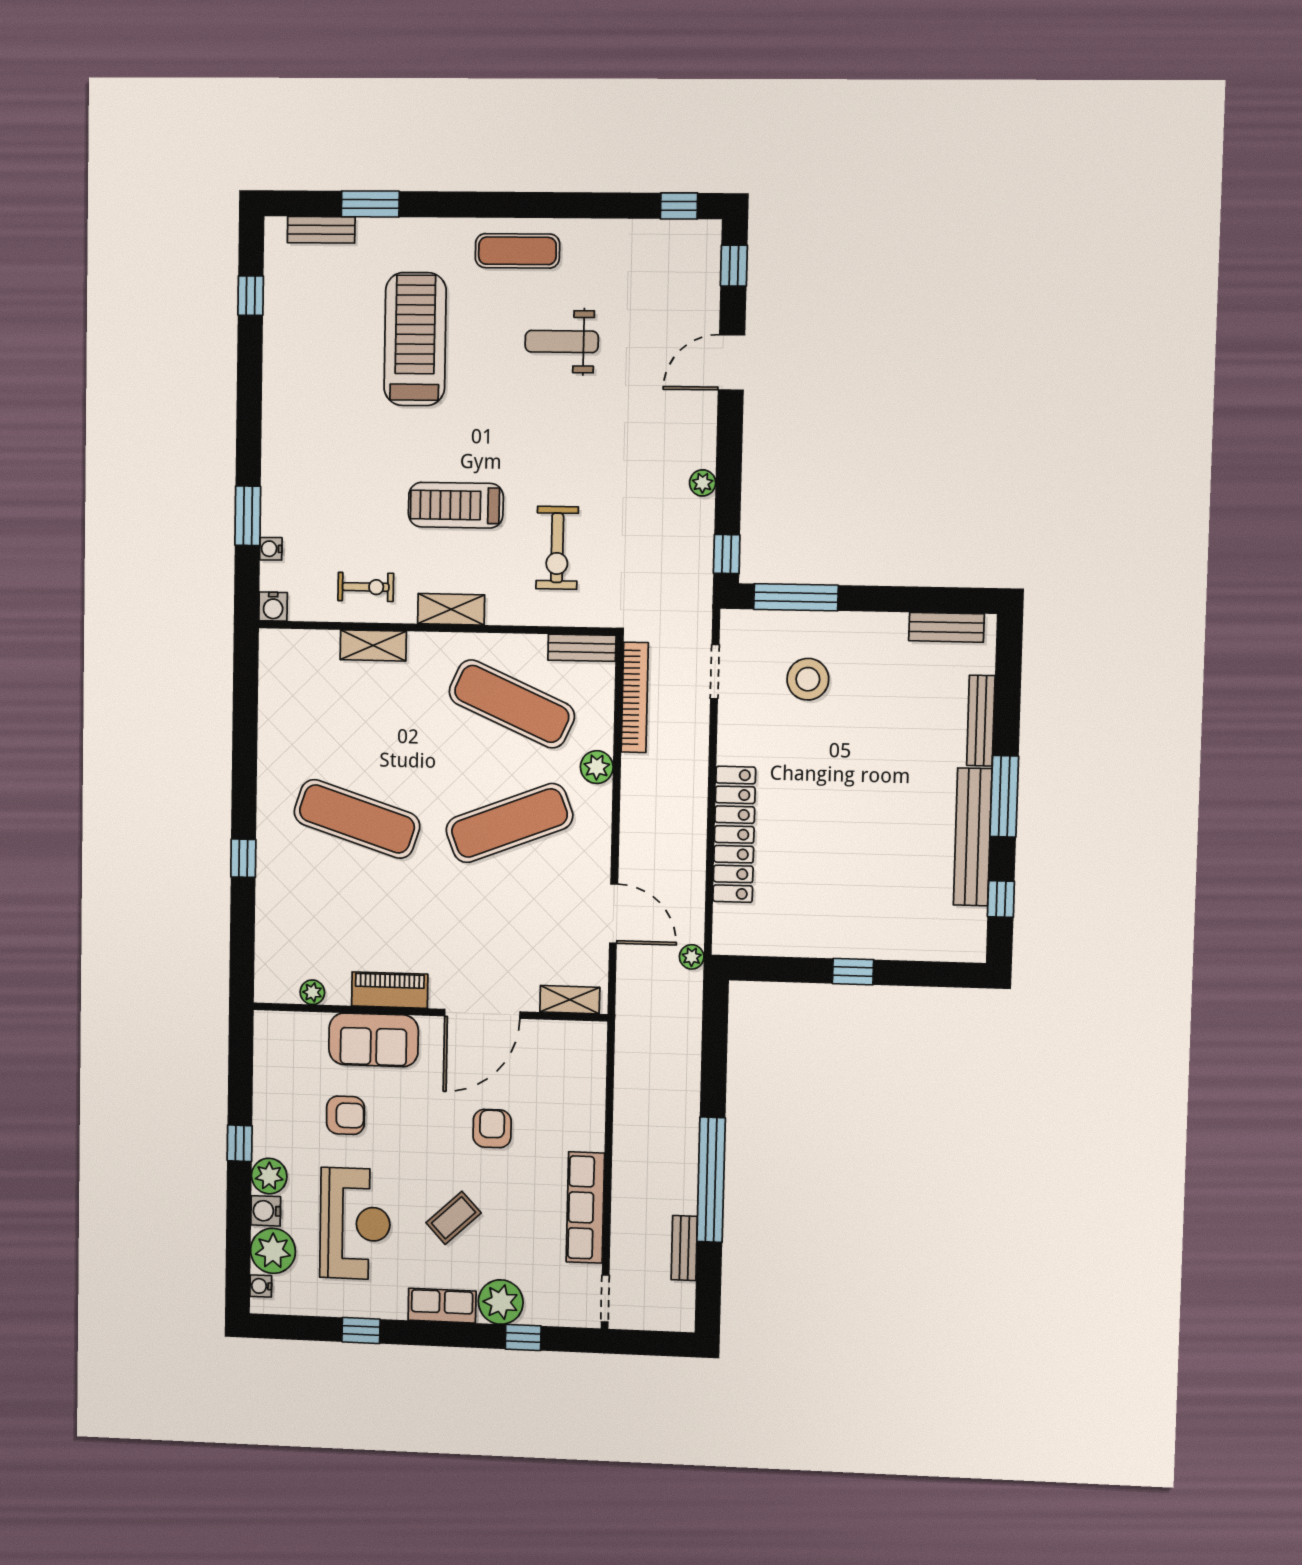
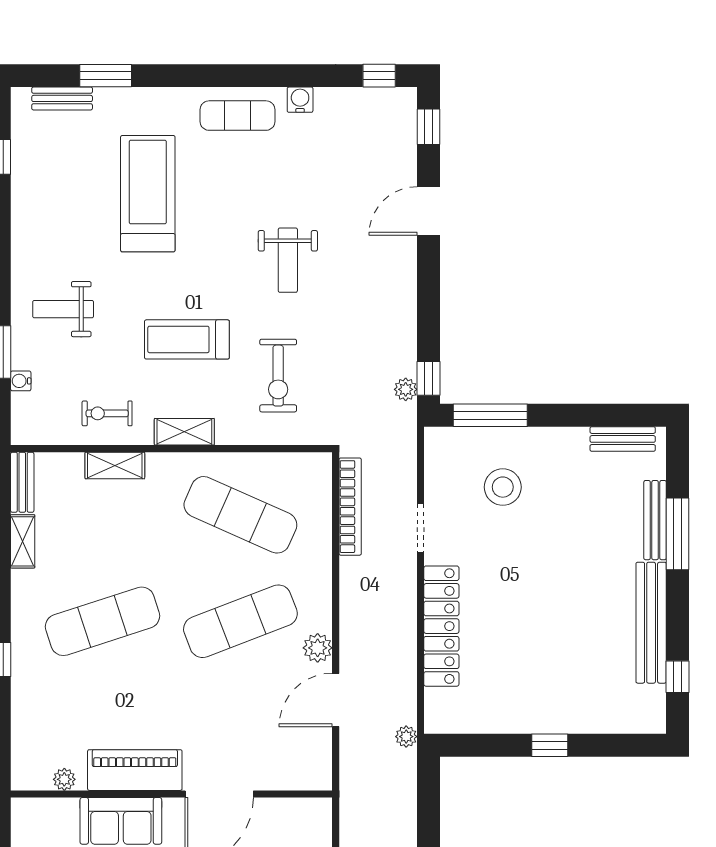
weight bench: (562, 342) -> (288, 260), moved, turned -90
weight bench: (319, 469) -> (63, 309), added
plant: (703, 483) -> (406, 389), moved
exercise bike: (366, 587) -> (107, 413), turned 180
water cooler: (273, 607) -> (300, 100), moved, turned 180
bench: (582, 648) -> (22, 482), moved, turned 90
doorway: (715, 672) -> (421, 528), moved
plant: (597, 767) -> (318, 648), moved
window: (1004, 796) -> (678, 534), moved
exercise mat: (357, 819) -> (102, 621), turned -36
door: (614, 914) -> (336, 700), swing flipped
piano: (390, 990) -> (135, 770), width x1.37, depth x1.33
shelving: (570, 1000) -> (23, 541), moved, turned 90

